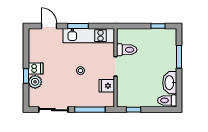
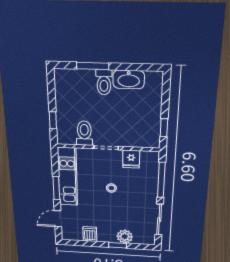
window: (158, 26) -> (53, 120), moved
dishwasher: (36, 68) -> (90, 234), moved
toilet: (167, 100) -> (104, 82), moved

